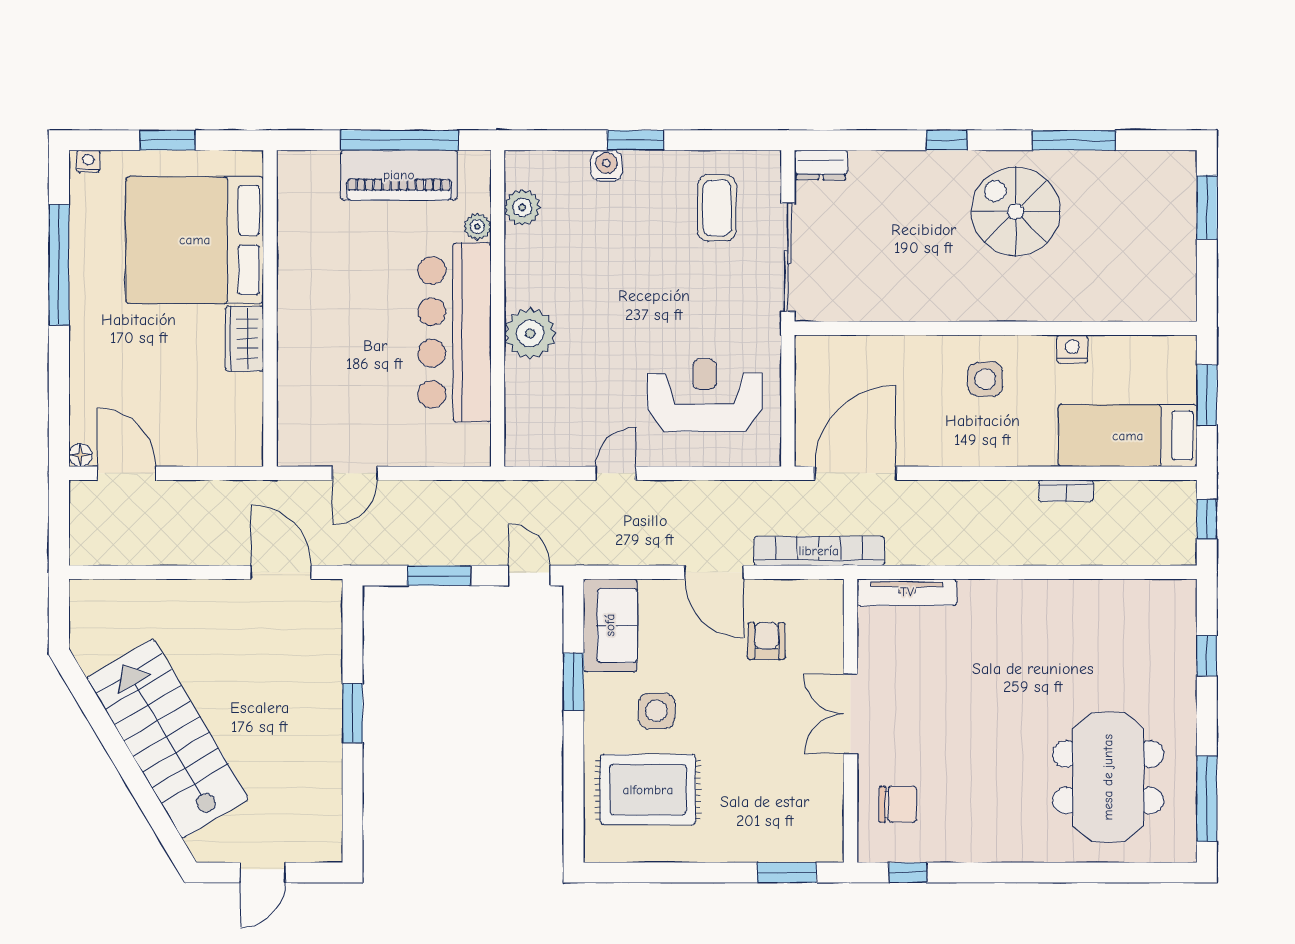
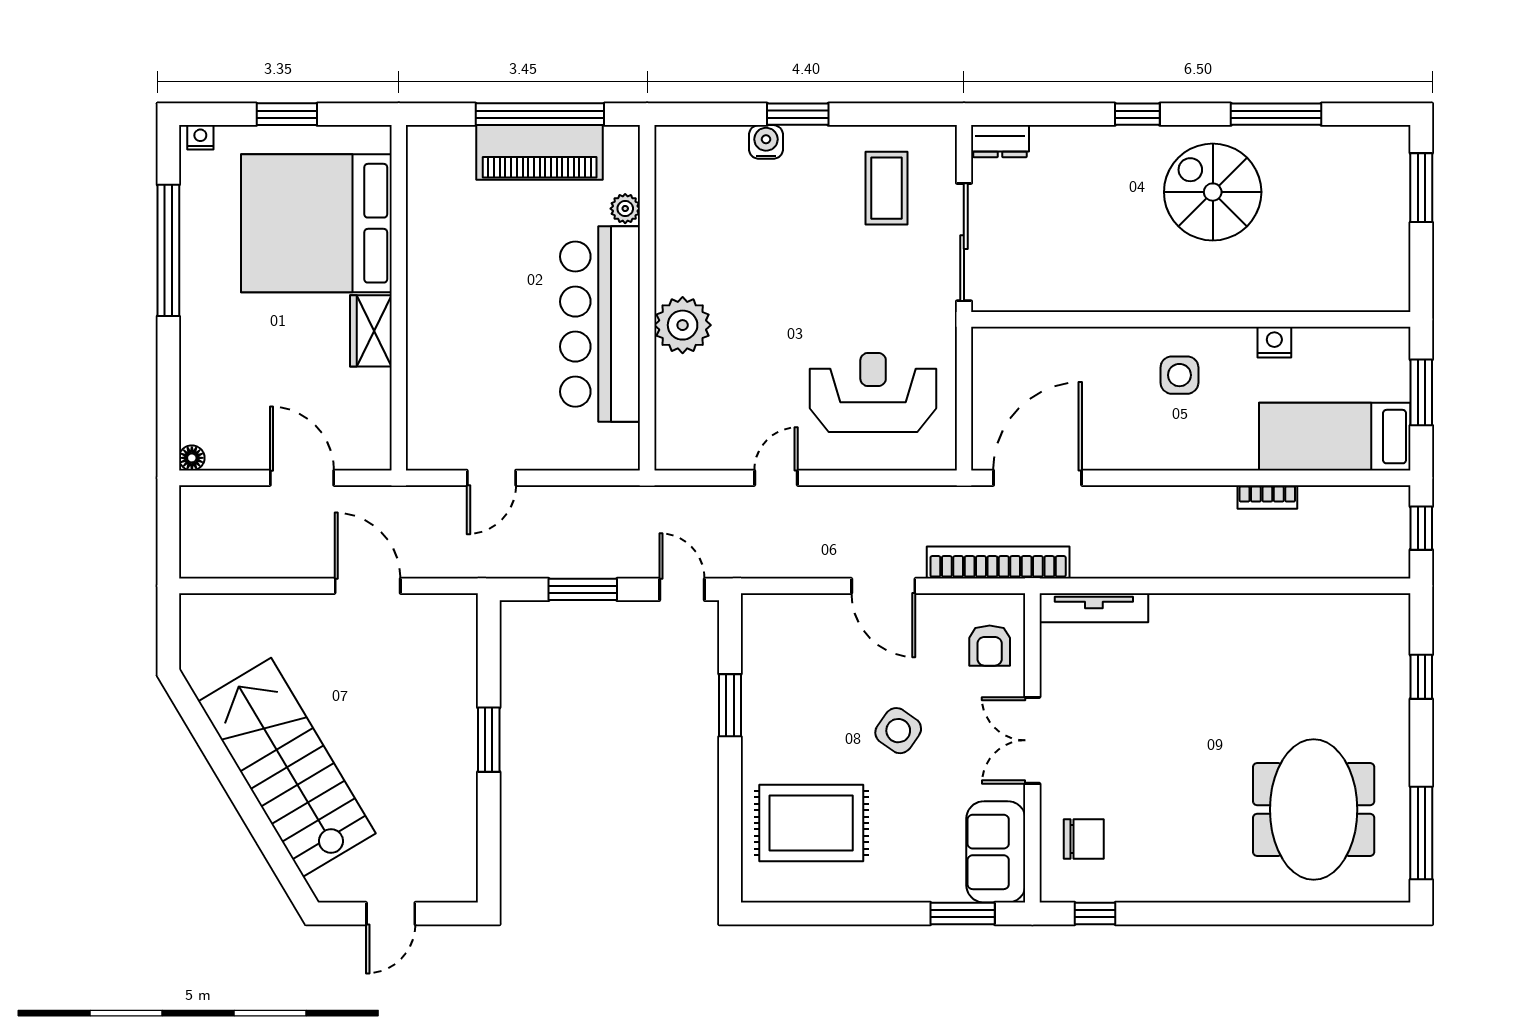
plant: (522, 207) -> (674, 188), removed
door: (127, 473) -> (302, 478), moved
door: (281, 572) -> (368, 586), moved
sofa: (610, 625) -> (996, 852), moved, turned 180
armchair: (766, 641) -> (990, 646), moved, turned 180
side table: (657, 711) -> (898, 731), moved, turned 35

